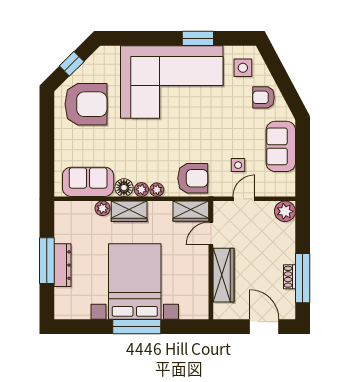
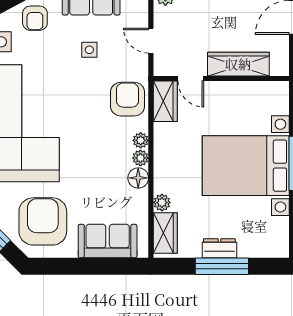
side table: (238, 165) -> (89, 50), moved
sofa: (88, 182) -> (108, 241), moved, turned 90
wardrobe: (129, 211) -> (165, 233), moved
dresser: (62, 265) -> (219, 248), width x0.70

